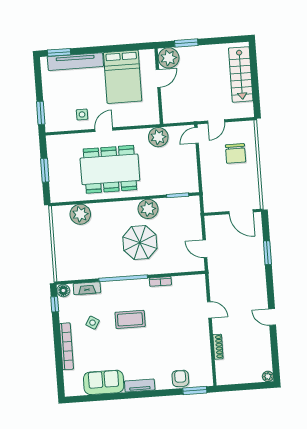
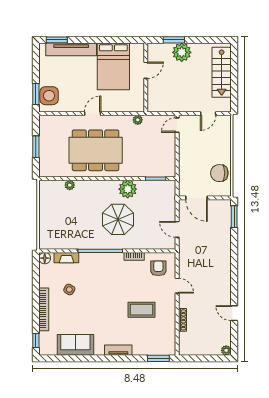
plant: (169, 58) -> (182, 52), moved
side table: (82, 114) -> (49, 96), moved, width x1.87, depth x1.87
door: (216, 121) -> (208, 114), moved
plant: (158, 137) -> (138, 120), width x0.53, depth x0.53
chair: (236, 153) -> (219, 173), moved, turned 90
door: (241, 212) -> (197, 198), moved
plant: (80, 214) -> (70, 185), width x0.53, depth x0.53
window: (267, 253) -> (234, 217), moved
window: (55, 304) -> (36, 340), moved
door: (272, 317) -> (234, 313), moved
coffee table: (130, 319) -> (142, 310), moved
armchair: (180, 378) -> (158, 268), moved
tv unit: (140, 386) -> (118, 350), moved

